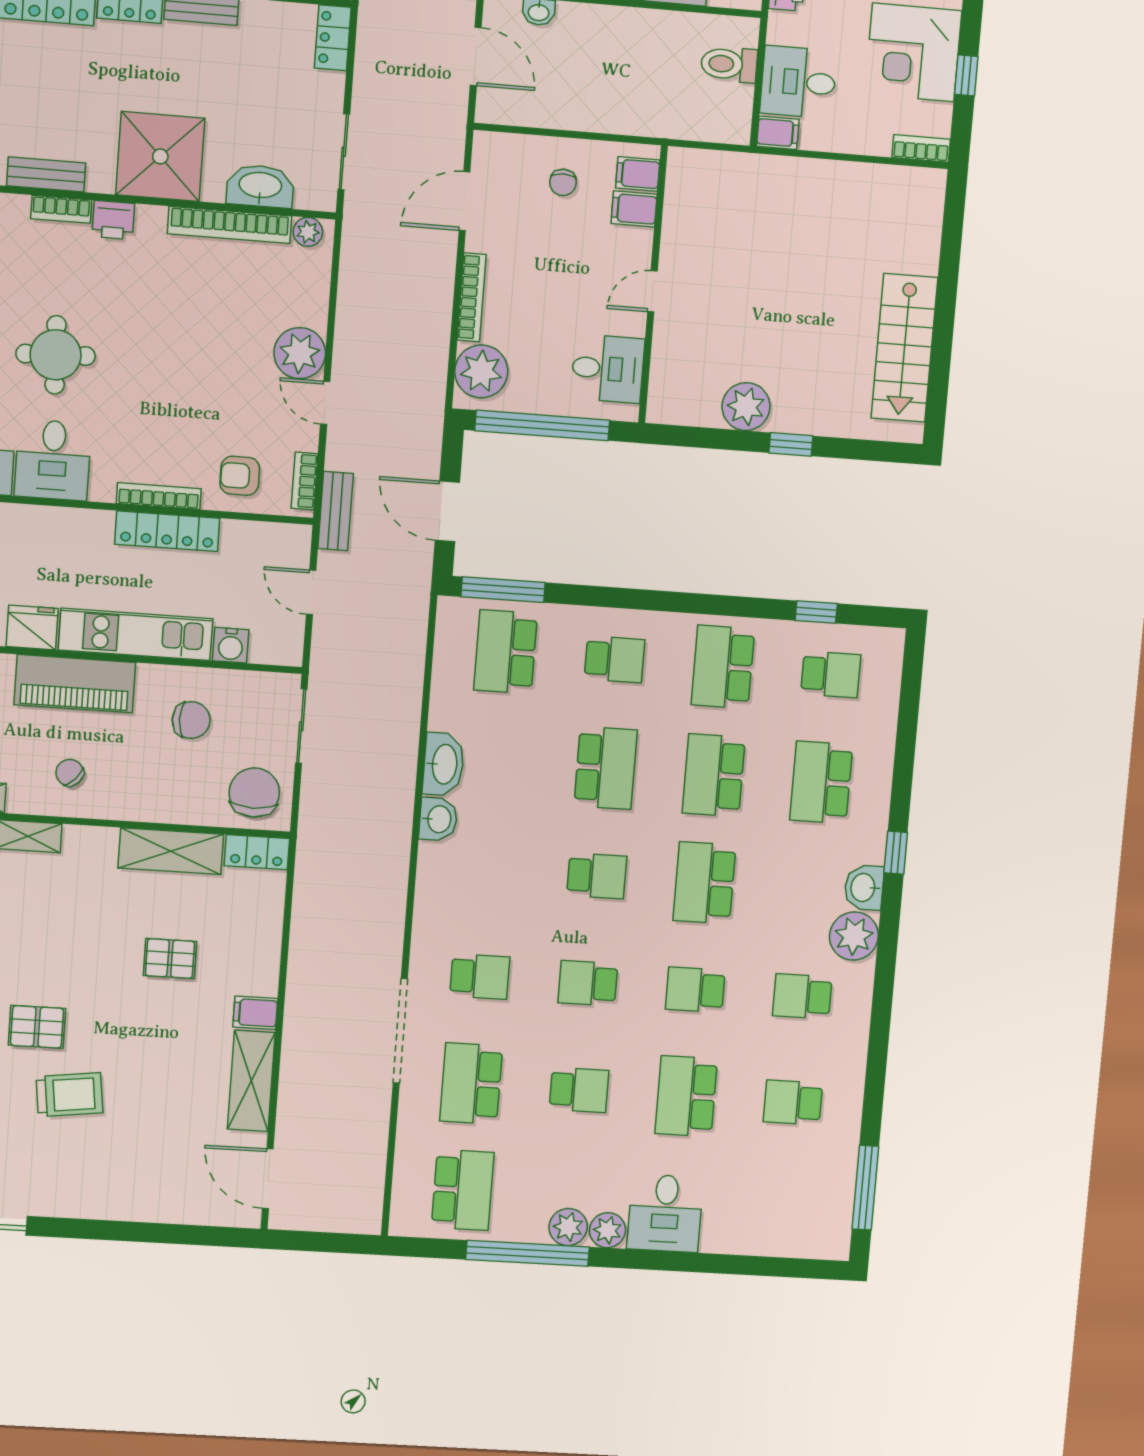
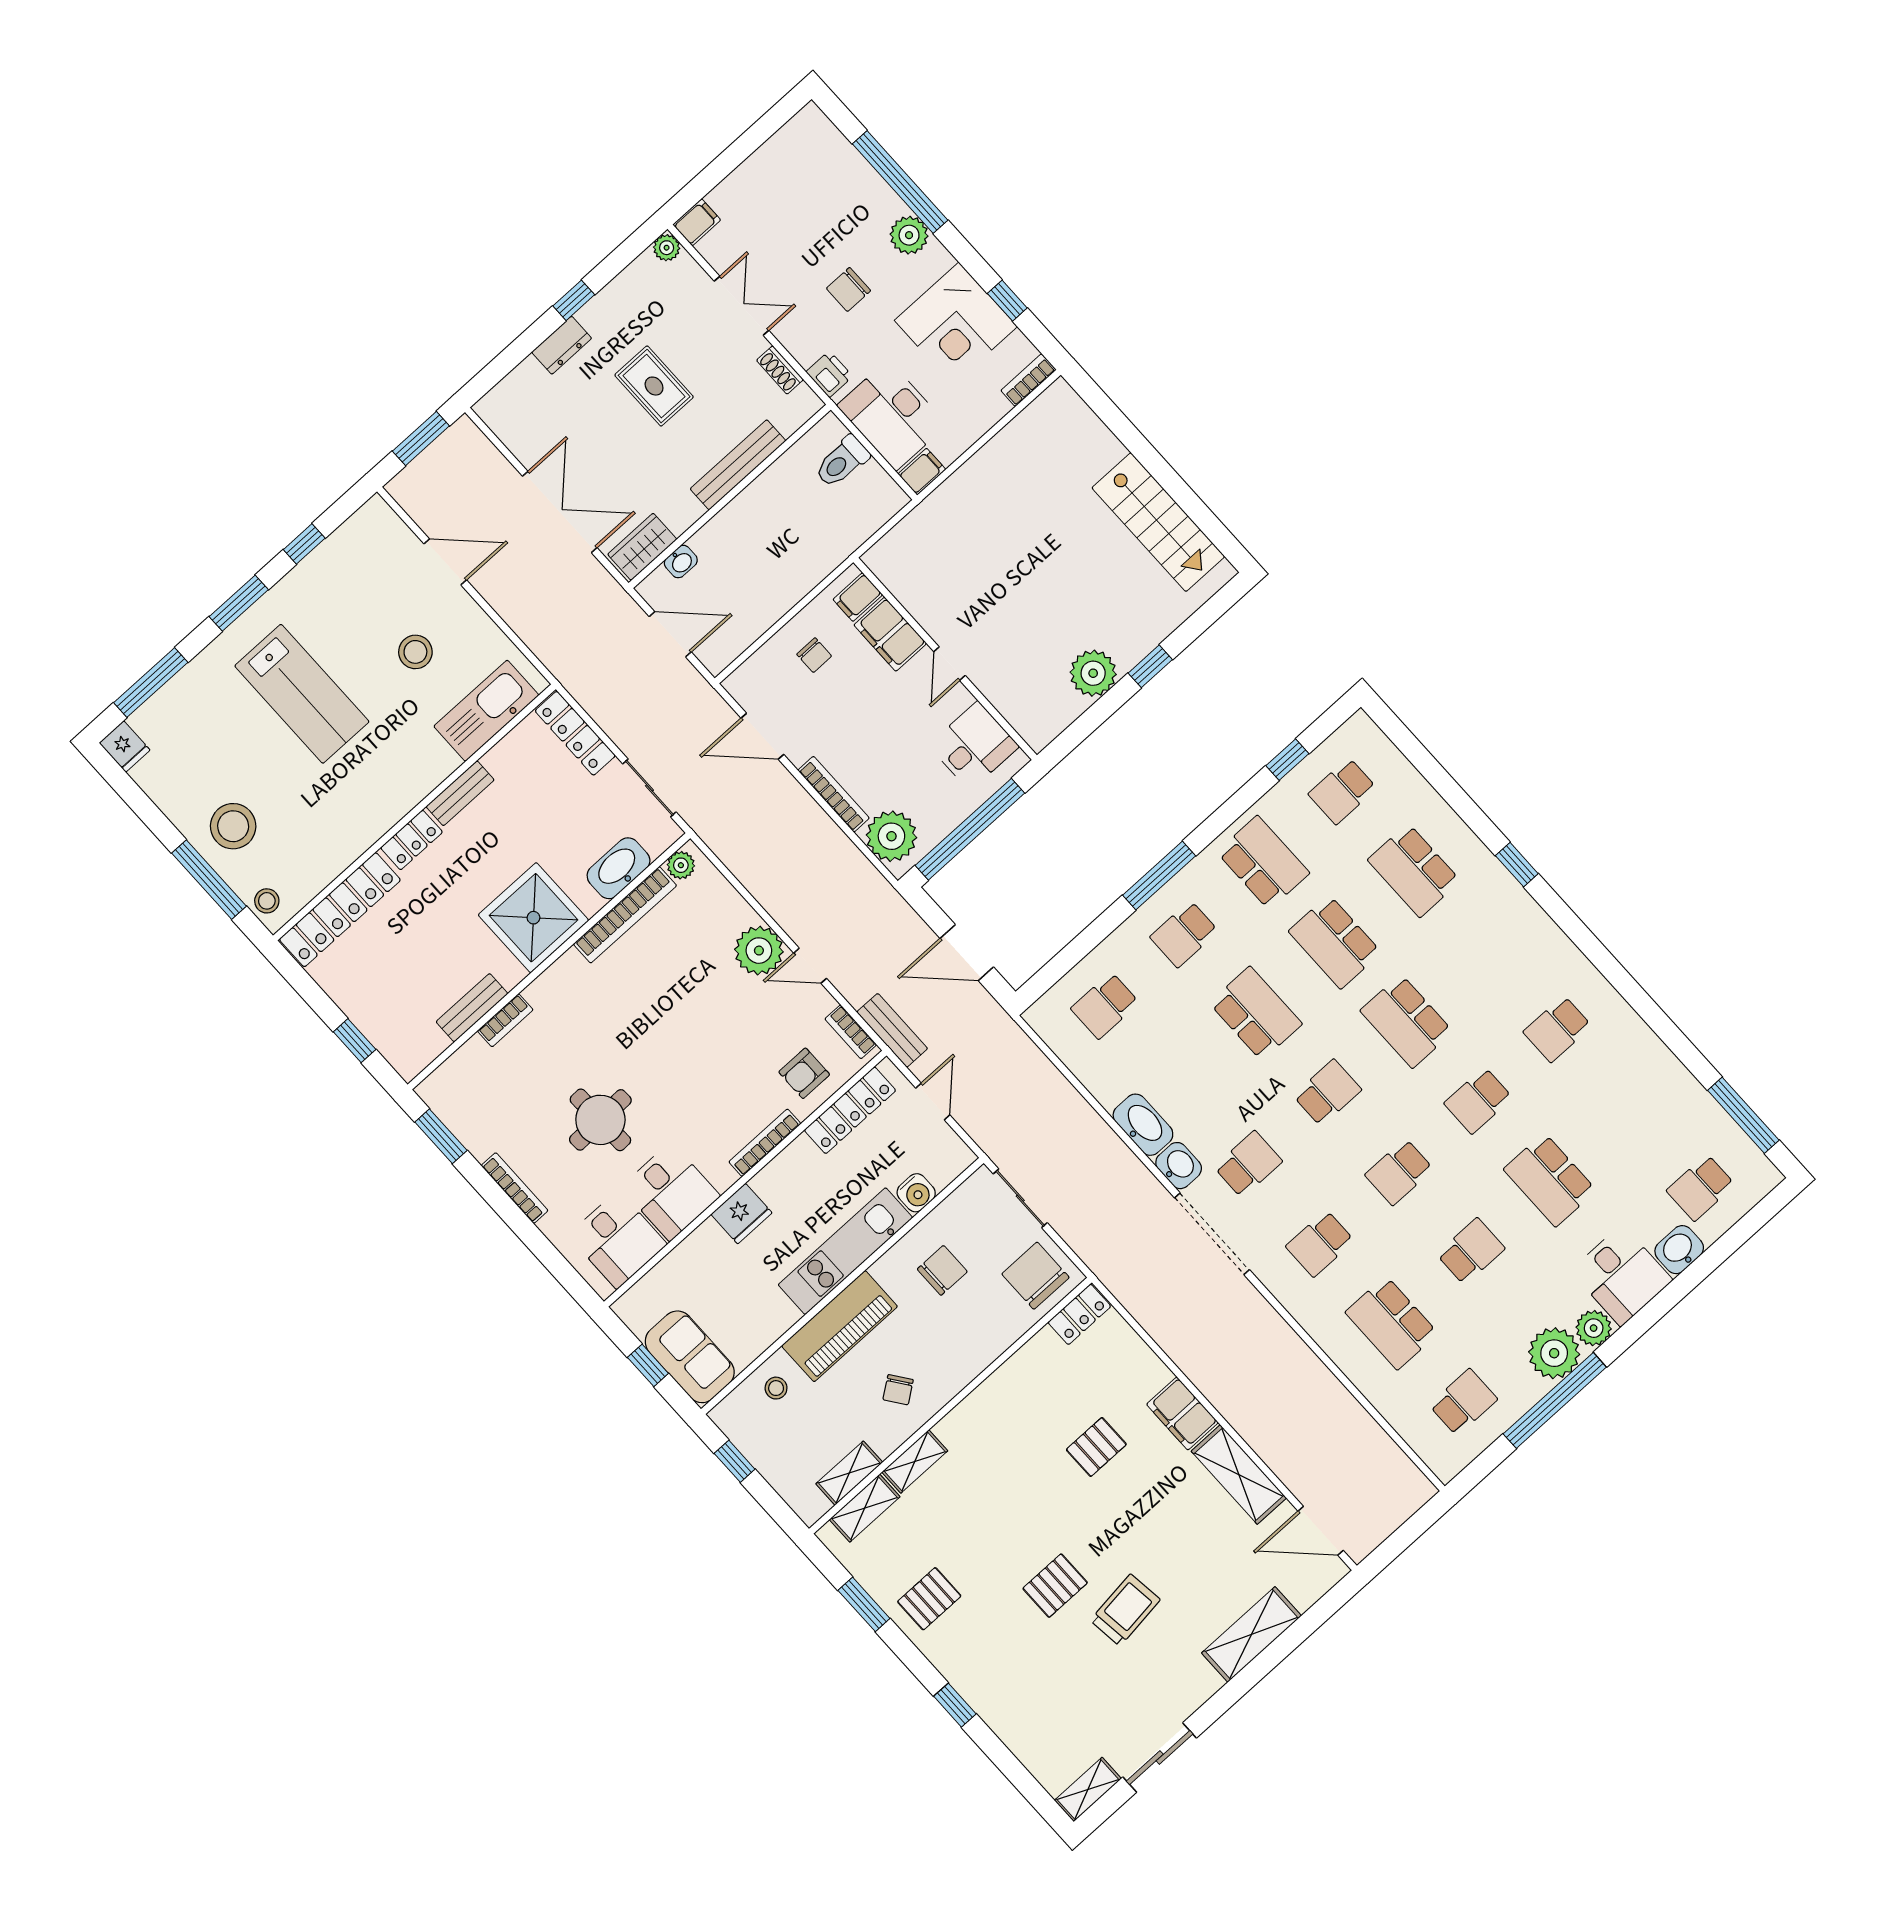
locker: (333, 38) -> (575, 733), width x1.53
desk: (798, 82) -> (892, 415), width x1.37
door: (464, 201) -> (762, 736), hinge flipped
filing cabinet: (634, 209) -> (890, 634), width x2.00
printer: (113, 220) -> (546, 992), removed
locker: (167, 531) -> (850, 1110), moved
window: (503, 590) -> (1159, 876), moved
door: (311, 592) -> (933, 1102), swing flipped
fridge: (32, 627) -> (741, 1214), moved, turned 180
school desk: (506, 652) -> (1105, 1006), width x0.54
school desk: (615, 659) -> (1184, 934), turned 180
school desk: (723, 667) -> (1263, 863), turned 180
school desk: (831, 674) -> (1342, 791), turned 180
chair: (70, 773) -> (898, 1390), turned -79
shelving: (171, 851) -> (1251, 1634), moved
school desk: (488, 869) -> (1248, 1164), added
washbasin: (864, 888) -> (1679, 1250), moved, turned 90
plant: (854, 936) -> (1549, 951), removed
school desk: (480, 977) -> (1320, 1244), turned 180
filing cabinet: (255, 1013) -> (1182, 1414), width x2.00
doorway: (400, 1031) -> (1212, 1234), moved
school desk: (793, 1102) -> (1701, 1188), moved
school desk: (463, 1190) -> (1463, 1402), width x0.54
plant: (568, 1227) -> (1554, 1353), width x1.36, depth x1.36

